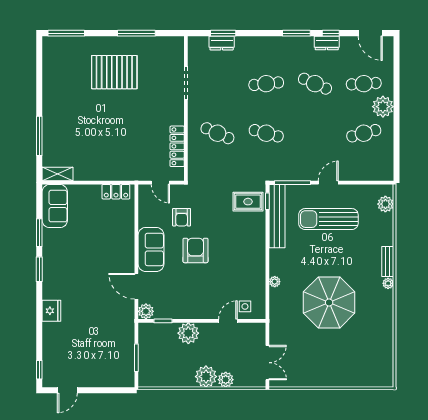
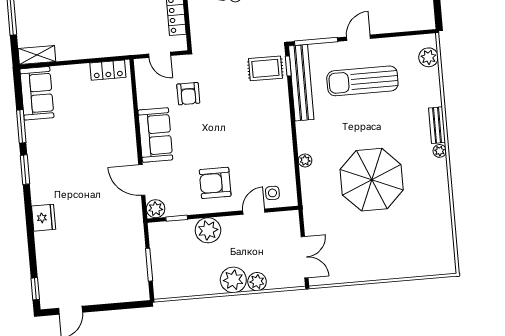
armchair: (195, 250) -> (215, 183), moved, turned -90

